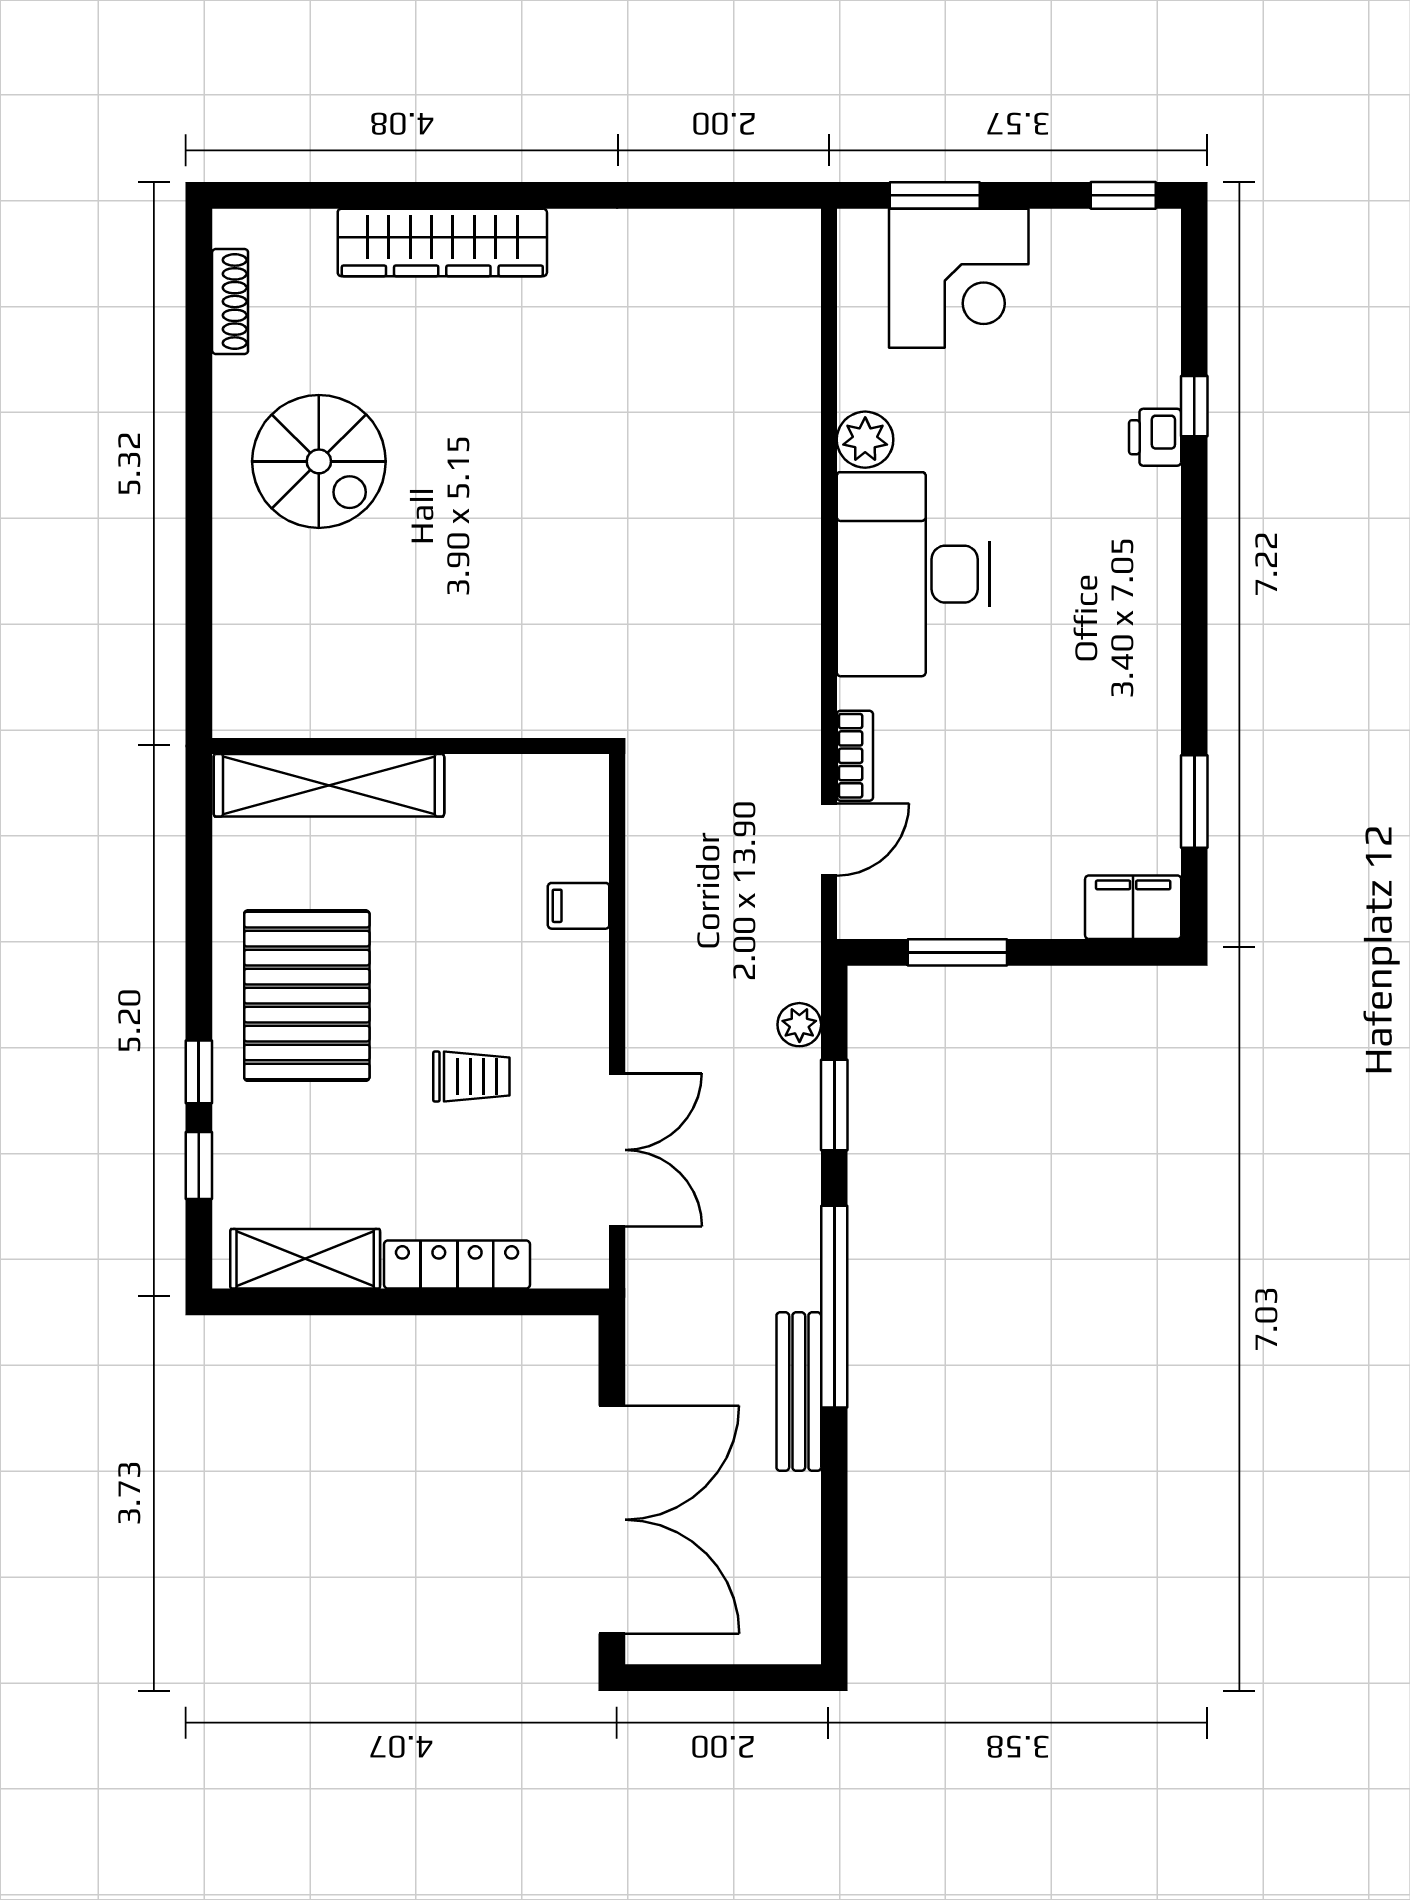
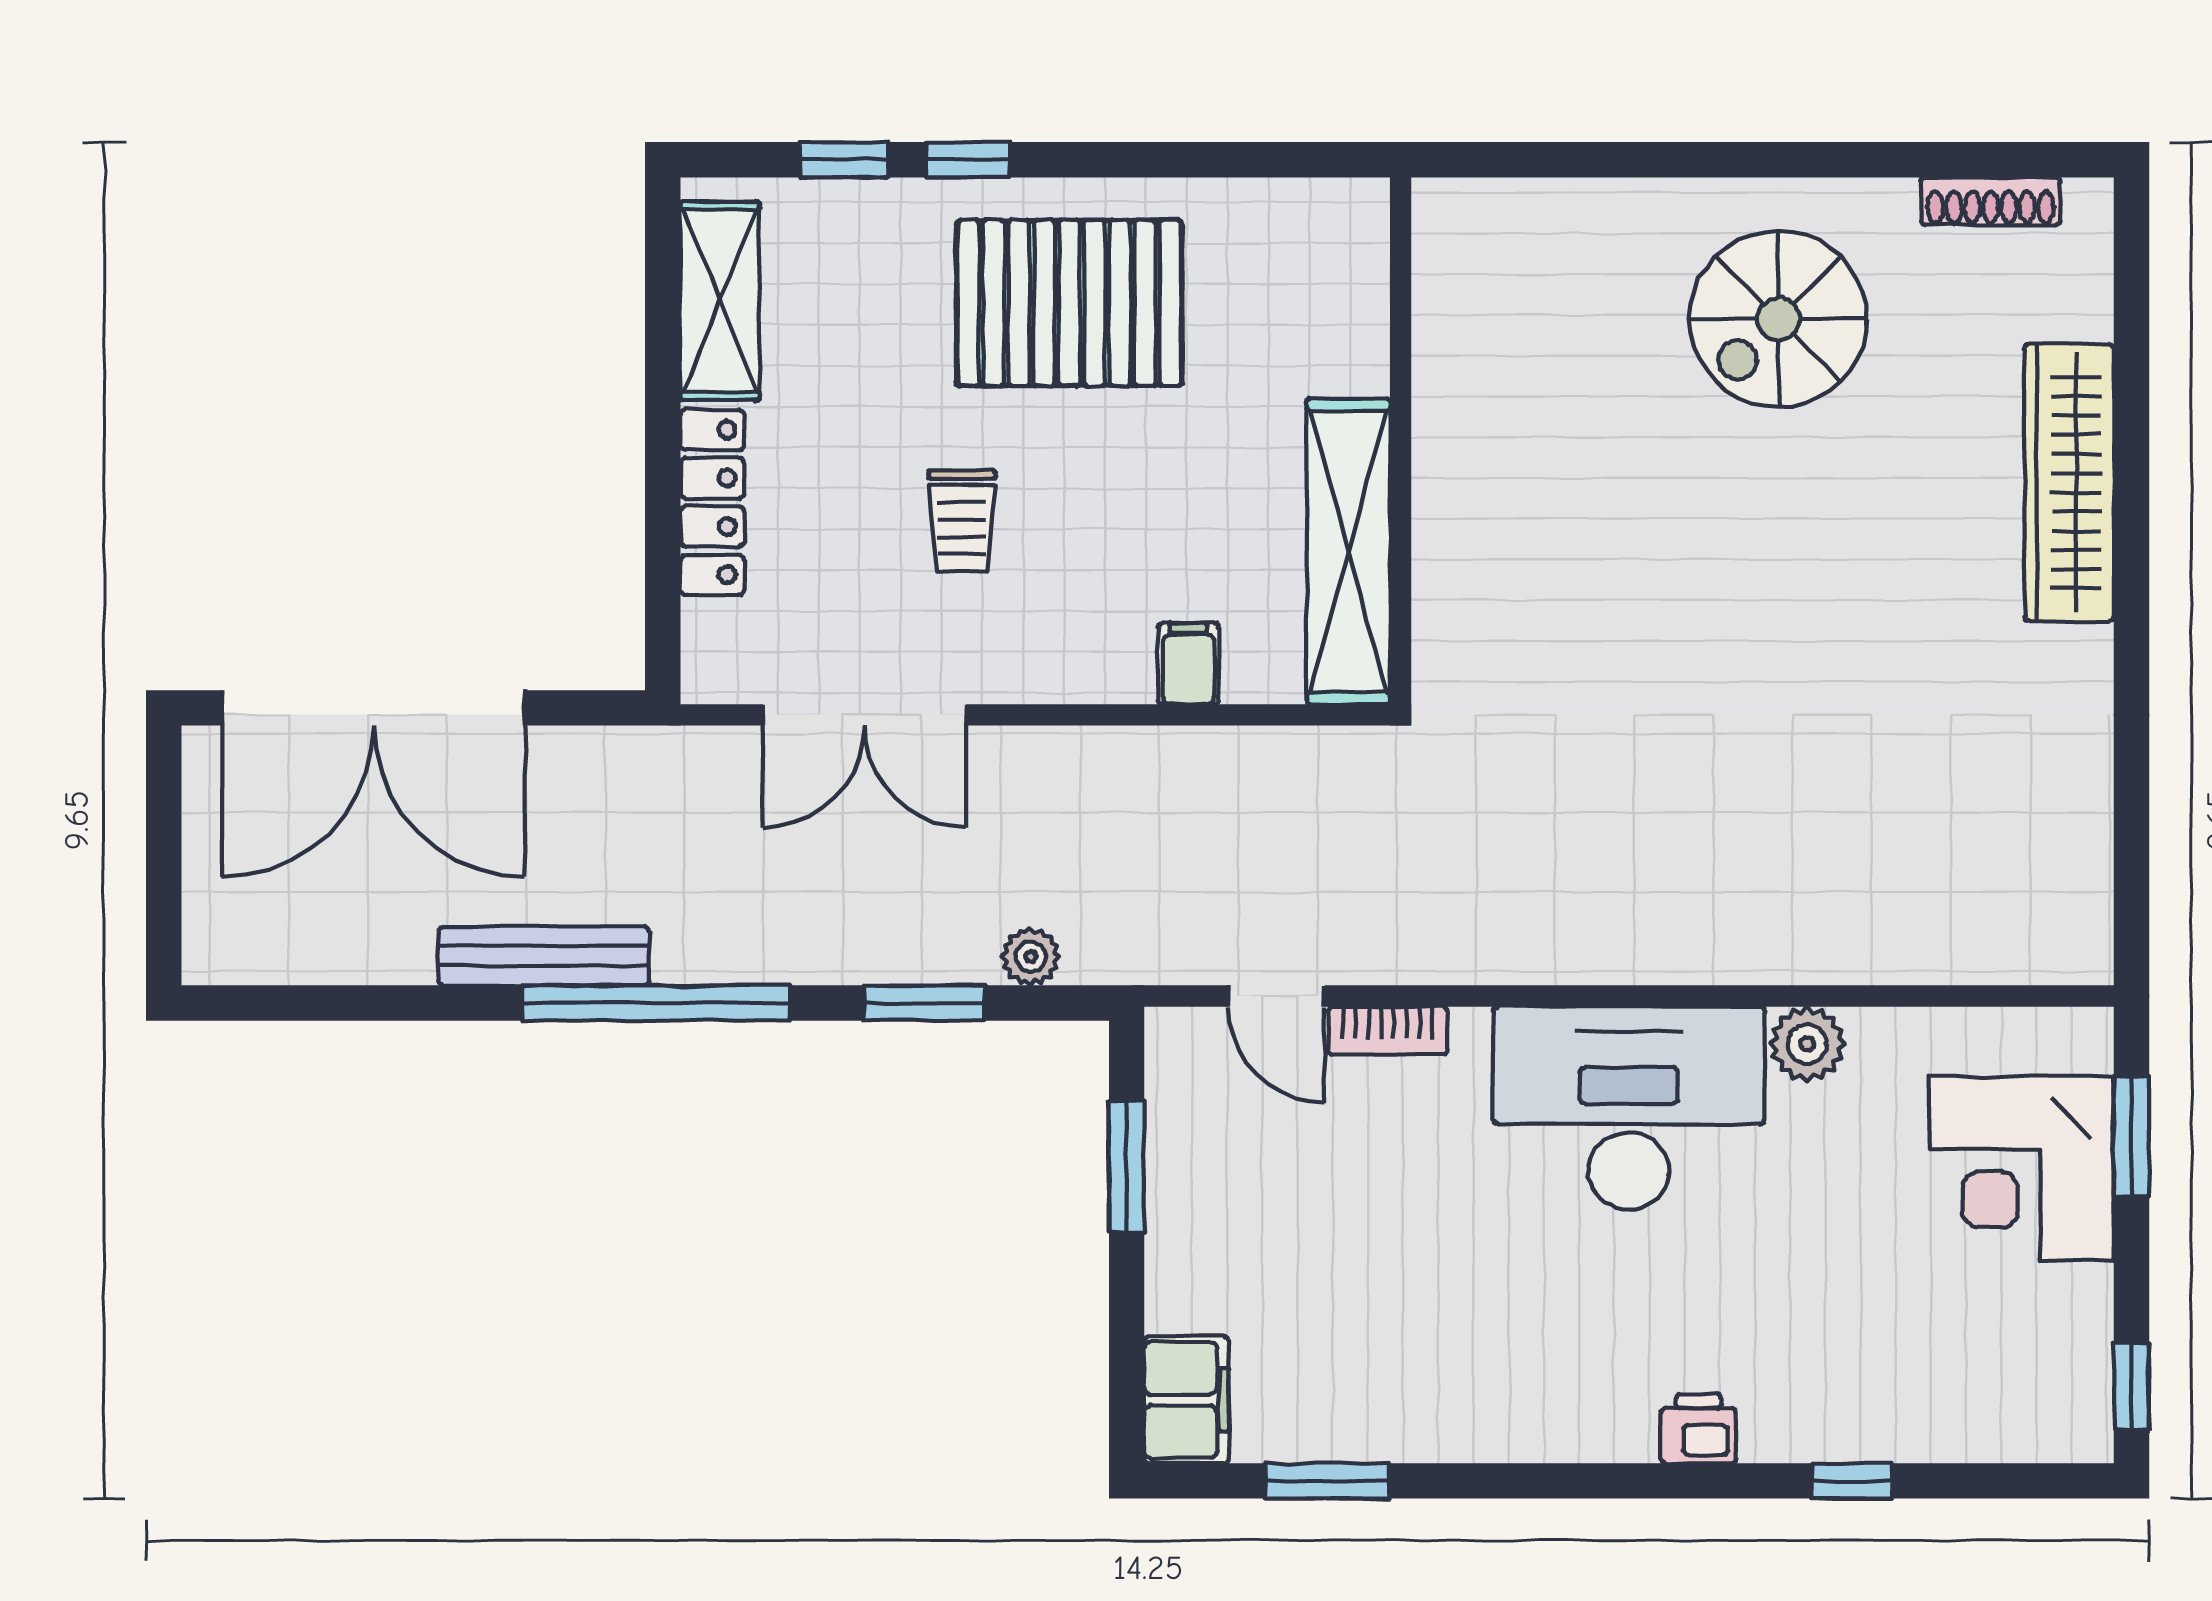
printer: (1155, 437) -> (1698, 1429), moved
shelving: (329, 785) -> (1348, 552), moved

